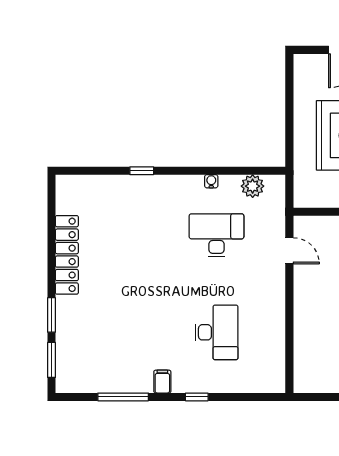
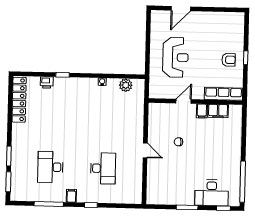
printer: (114, 185) -> (47, 82), added
desk: (216, 235) -> (50, 167), moved, turned -90
door: (289, 251) -> (145, 150), moved
locker: (67, 255) -> (19, 100), moved

